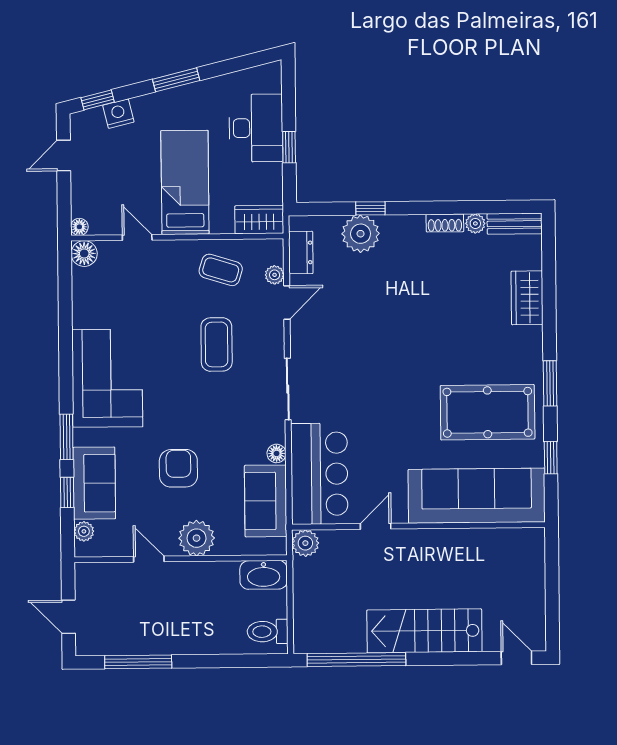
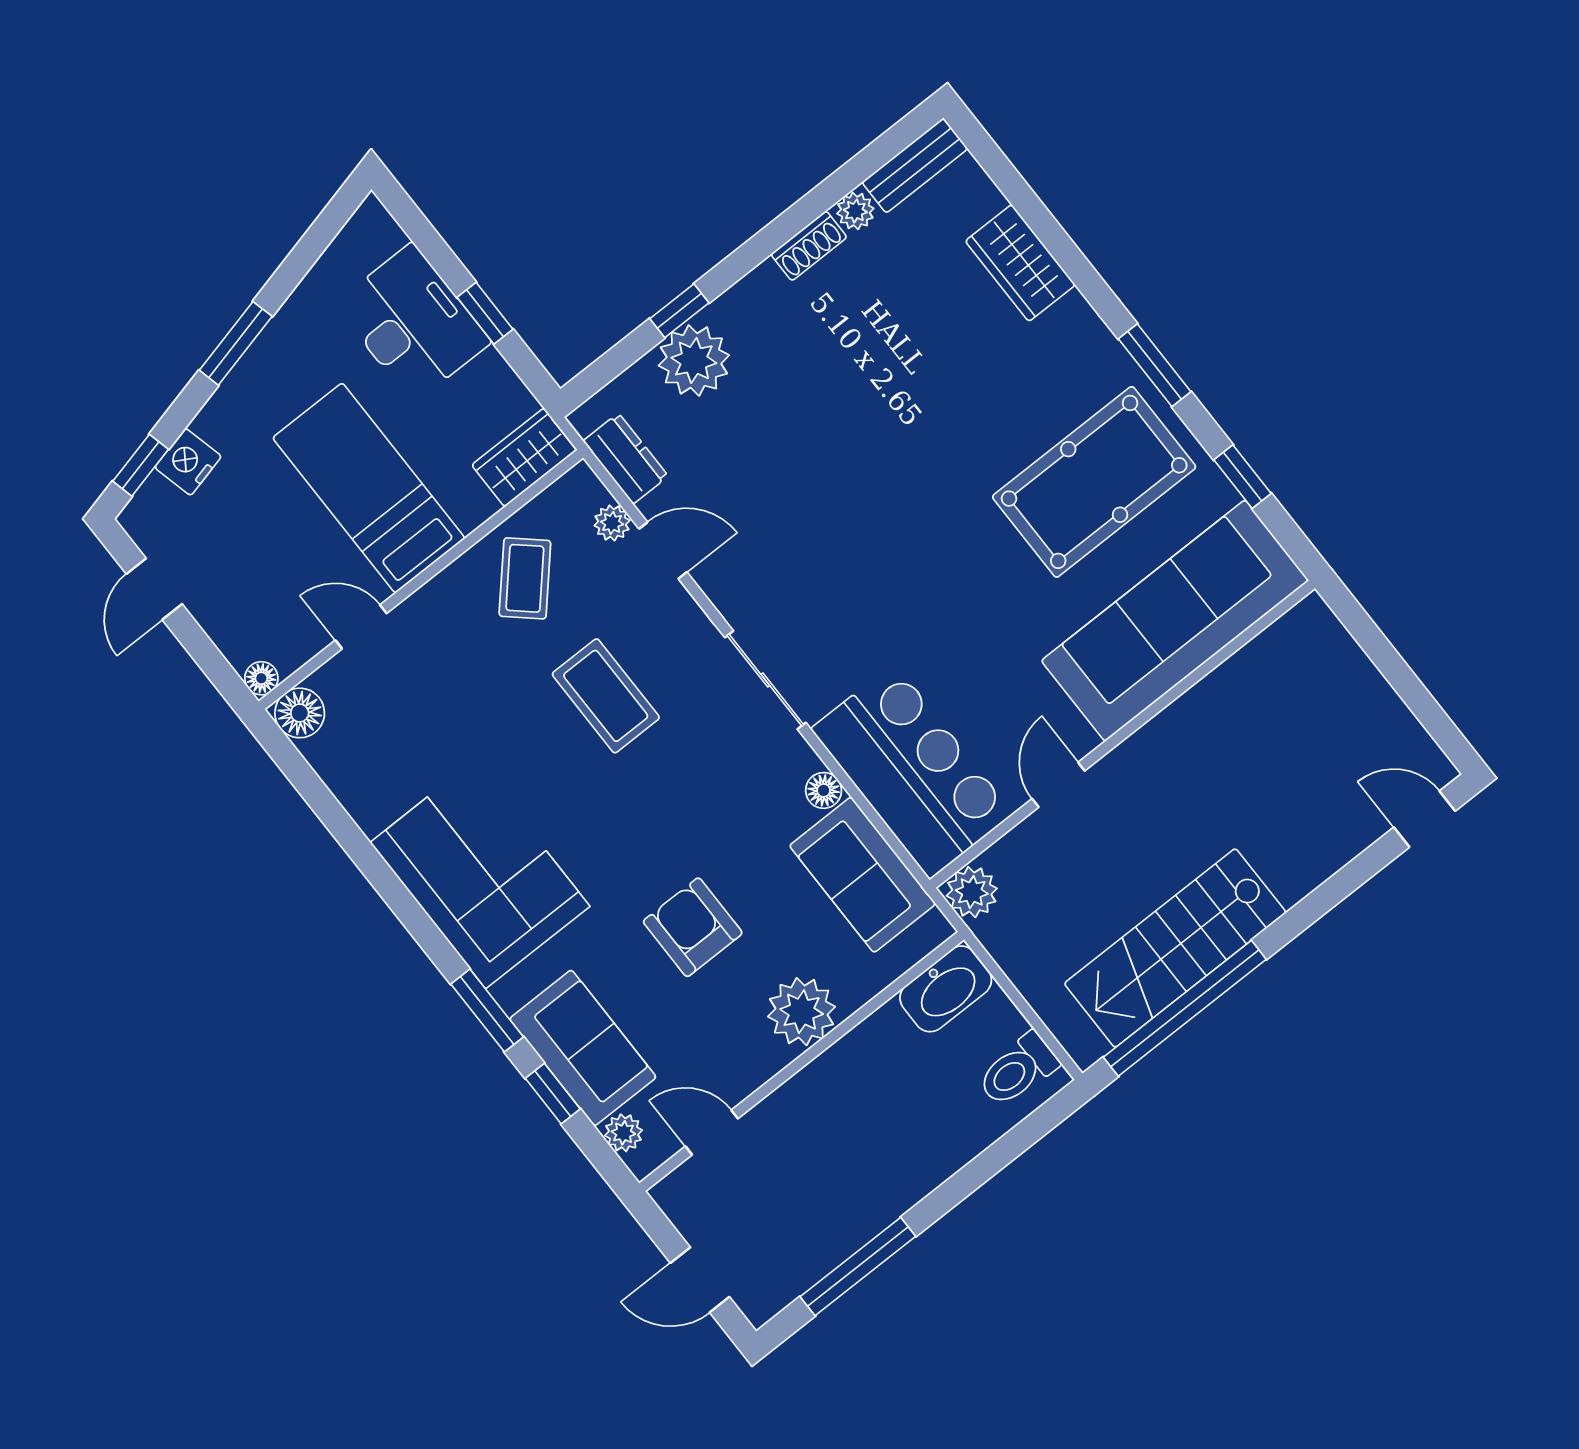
coffee table: (221, 270) -> (525, 578), turned -65
door: (287, 302) -> (663, 550), hinge flipped
door: (149, 559) -> (712, 1132), moved
stairs: (424, 631) -> (1175, 948), moved

